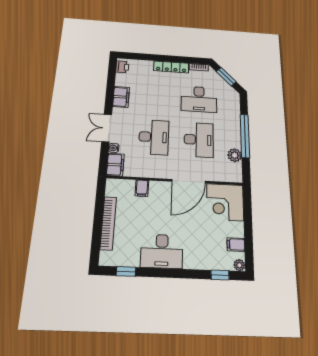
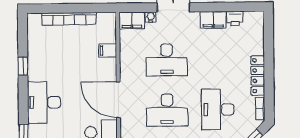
printer: (122, 67) -> (235, 18), moved
desk: (162, 251) -> (44, 102), moved
window: (126, 271) -> (23, 66), moved

